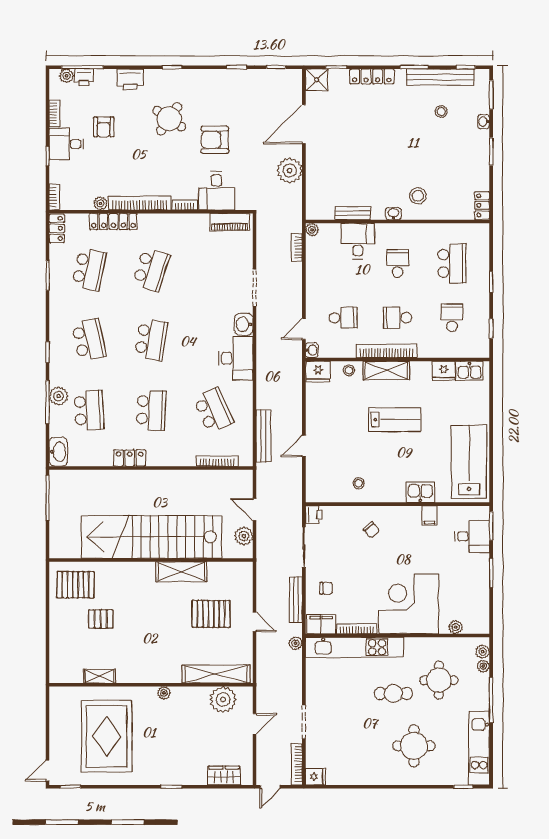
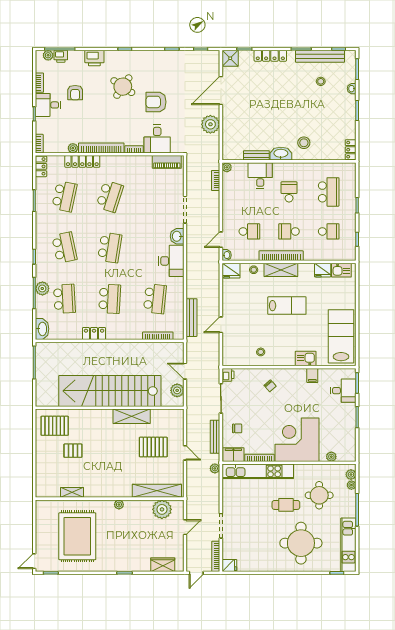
washbasin: (393, 214) -> (281, 154), width x1.91, depth x1.45
school desk: (452, 318) -> (329, 231), turned 90
school desk: (213, 410) -> (155, 299), turned 30
round table: (414, 746) -> (301, 543), width x1.36, depth x1.36

